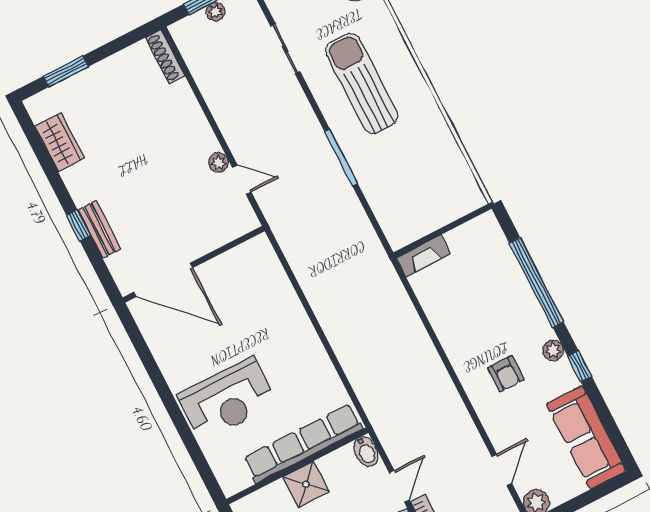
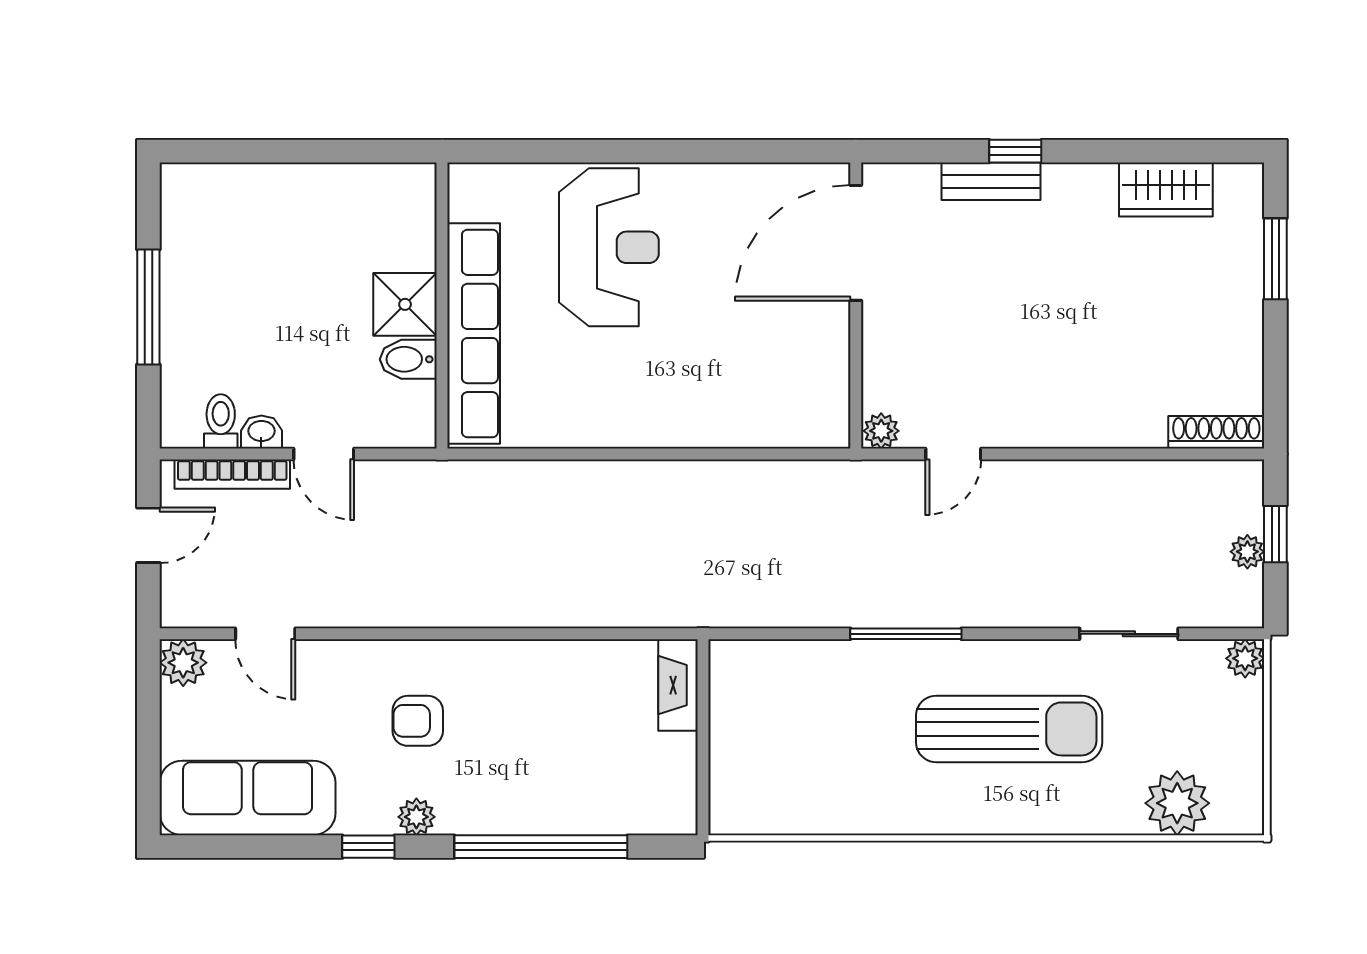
plant: (219, 162) -> (881, 431), moved
reception desk: (227, 399) -> (609, 247), turned 180
bidet: (366, 452) -> (408, 359), moved

